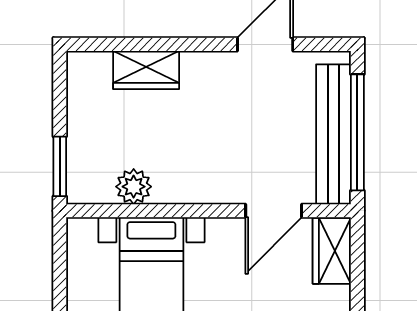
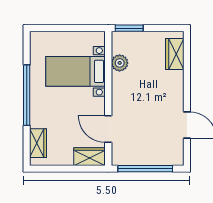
wardrobe: (146, 70) -> (175, 54), moved
bench: (334, 134) -> (144, 157), removed

